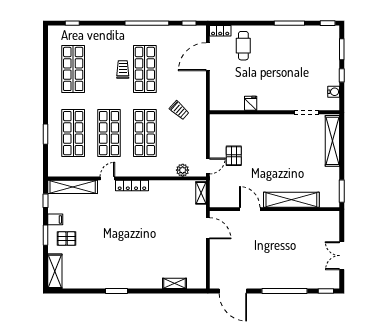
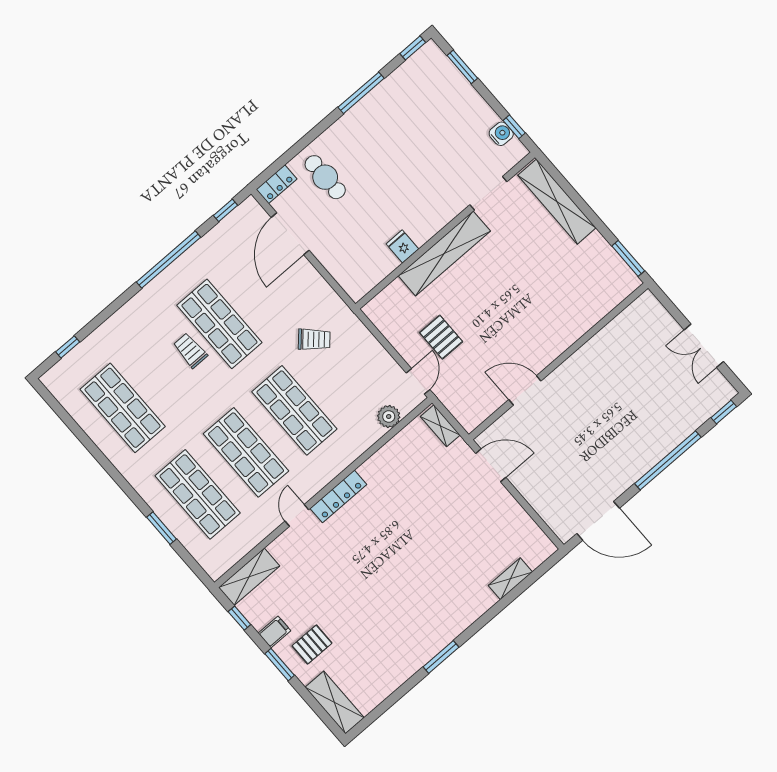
window: (342, 75) -> (514, 127), moved
shelving: (73, 187) -> (249, 577), width x0.68
shelving: (291, 200) -> (444, 253), moved

